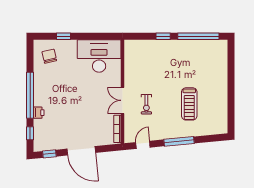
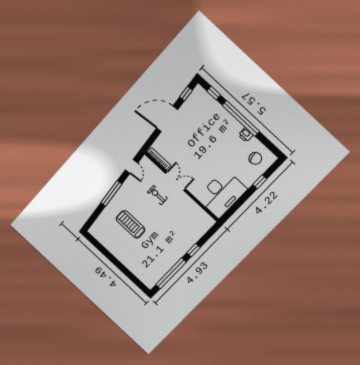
printer: (39, 113) -> (246, 135), moved

